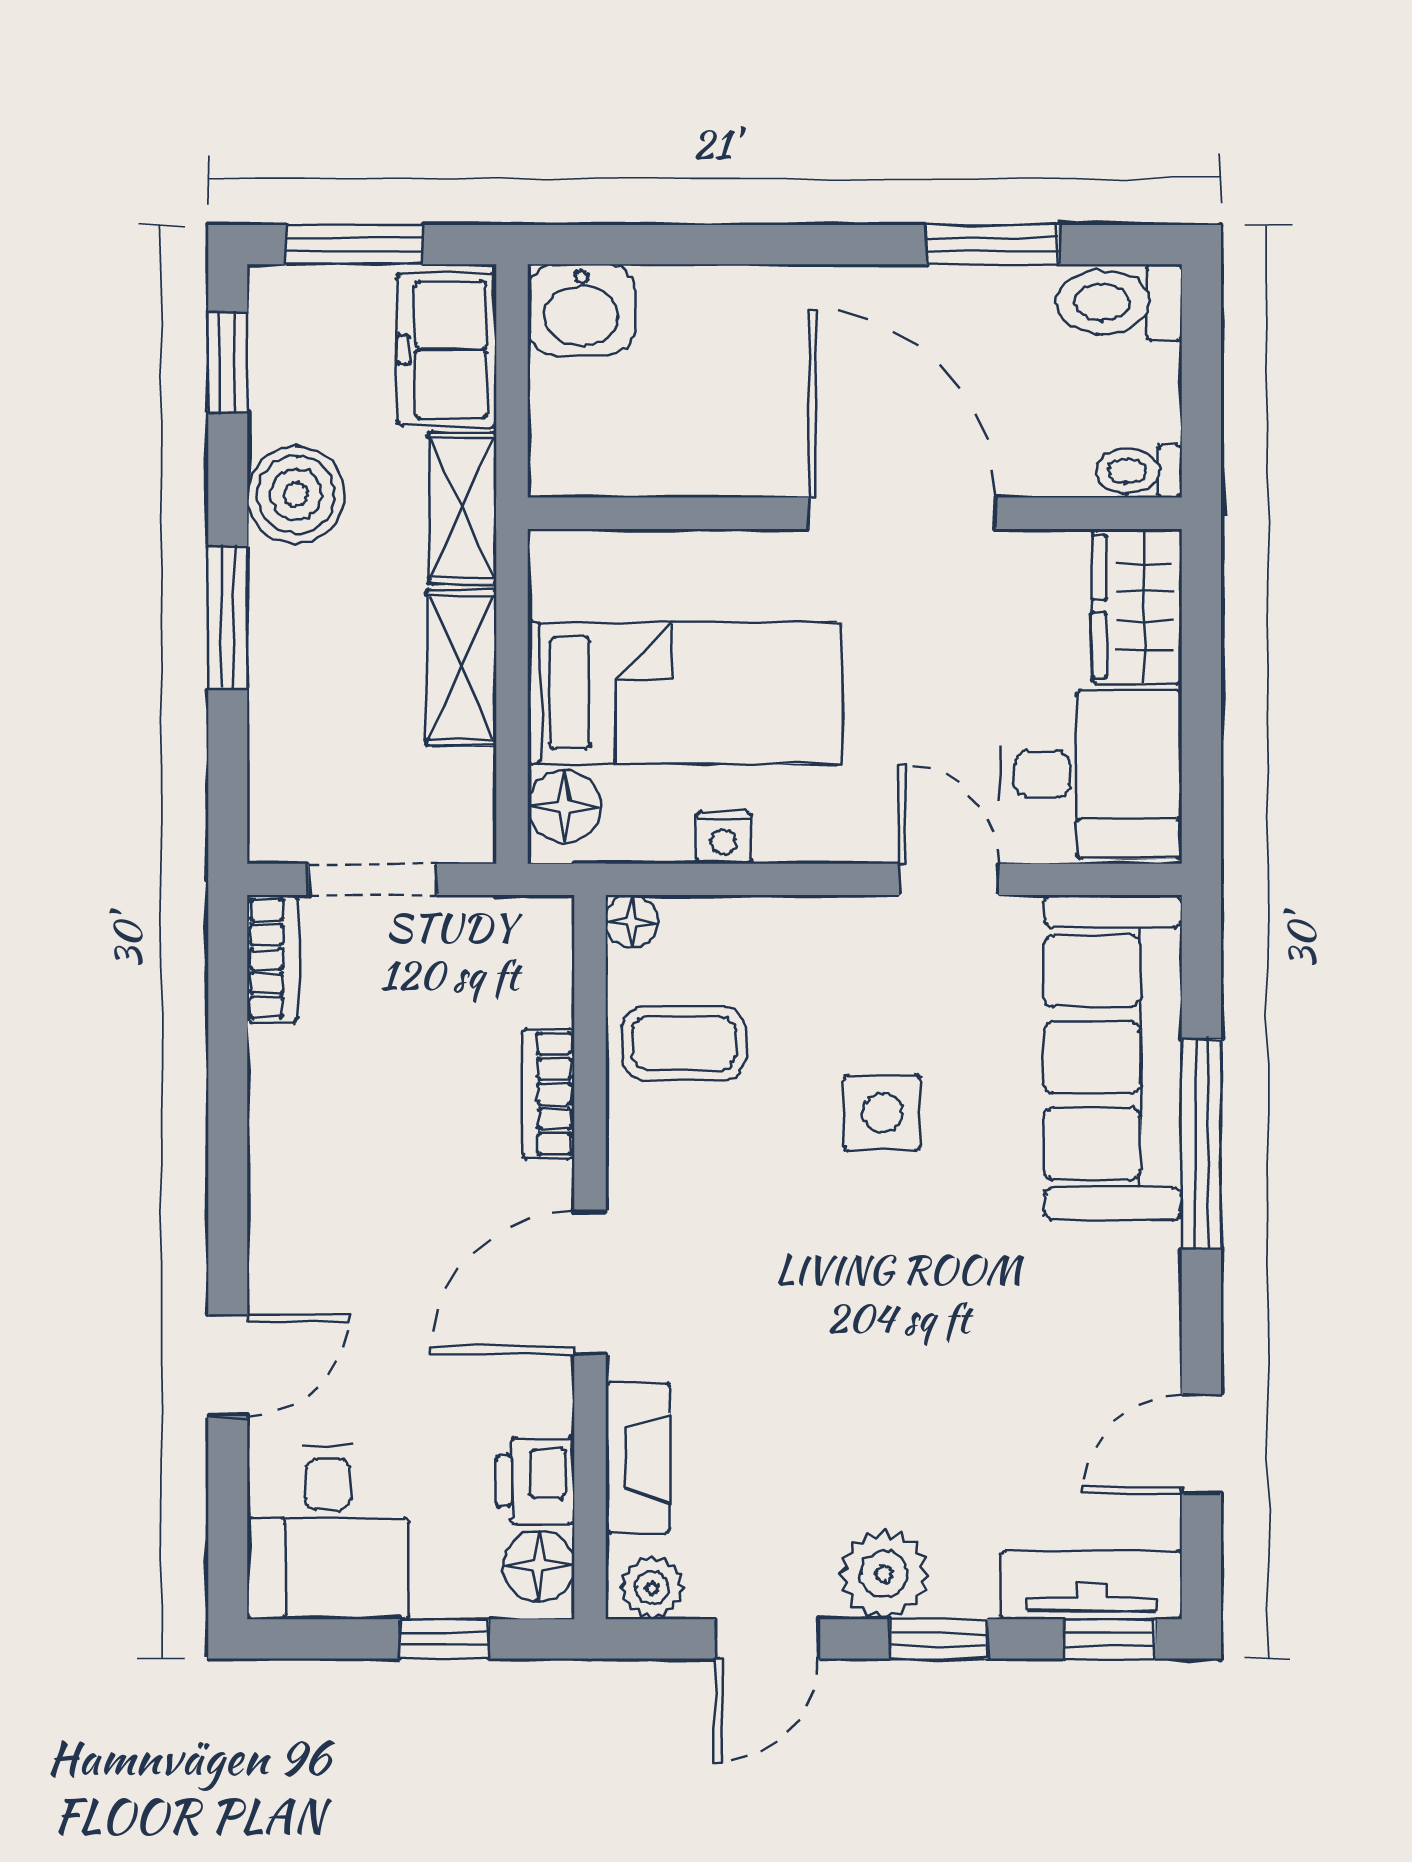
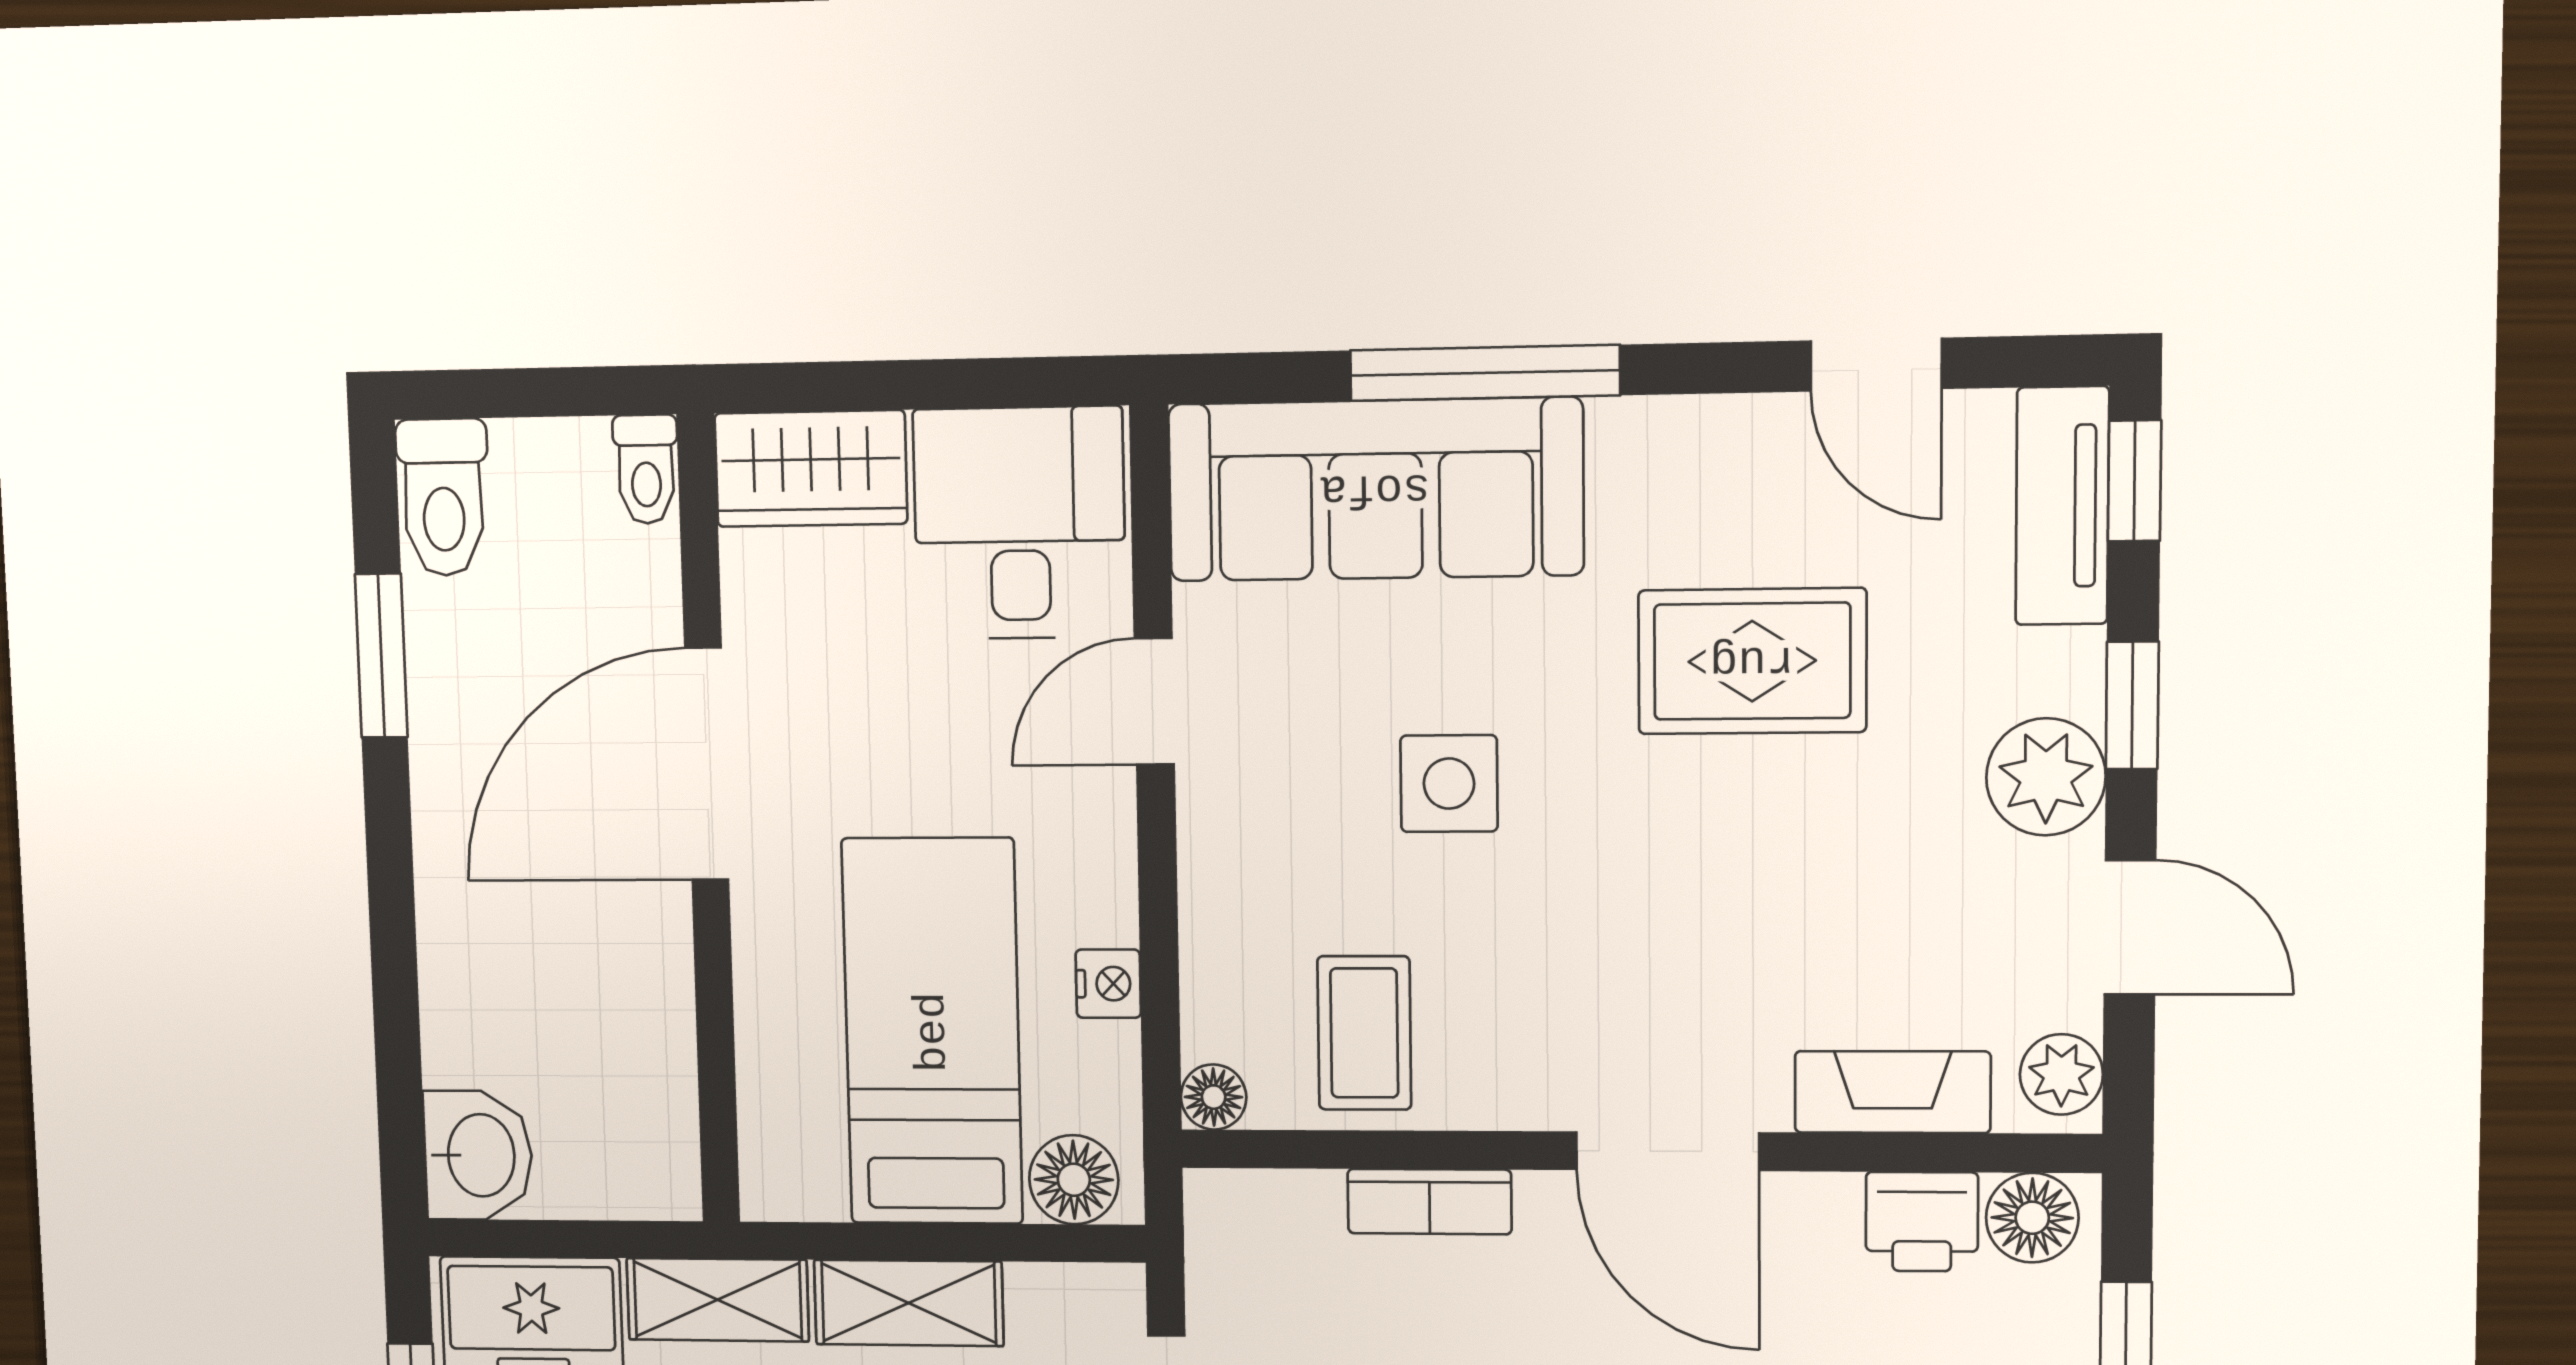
rug: (976, 1350) -> (1752, 661), added

